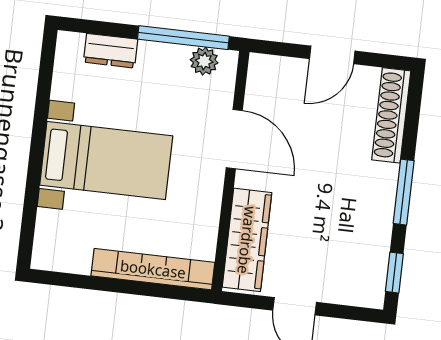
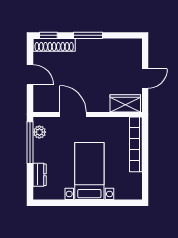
door: (234, 139) -> (73, 114), hinge flipped
wardrobe: (247, 240) -> (125, 103), width x0.67
window: (394, 273) -> (48, 35), moved

